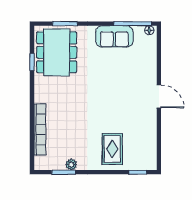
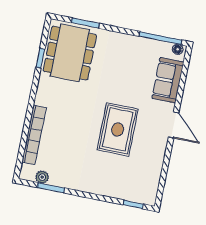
sofa: (114, 36) -> (168, 80), moved, turned 90
rug: (112, 149) -> (118, 129), moved, width x1.36, depth x1.43
plant: (71, 165) -> (42, 177), moved

